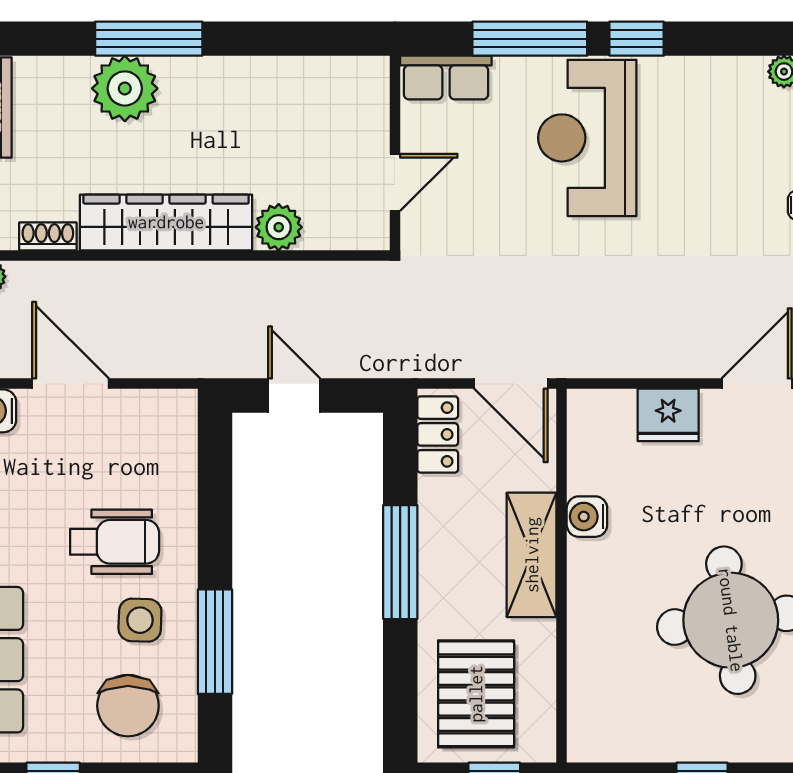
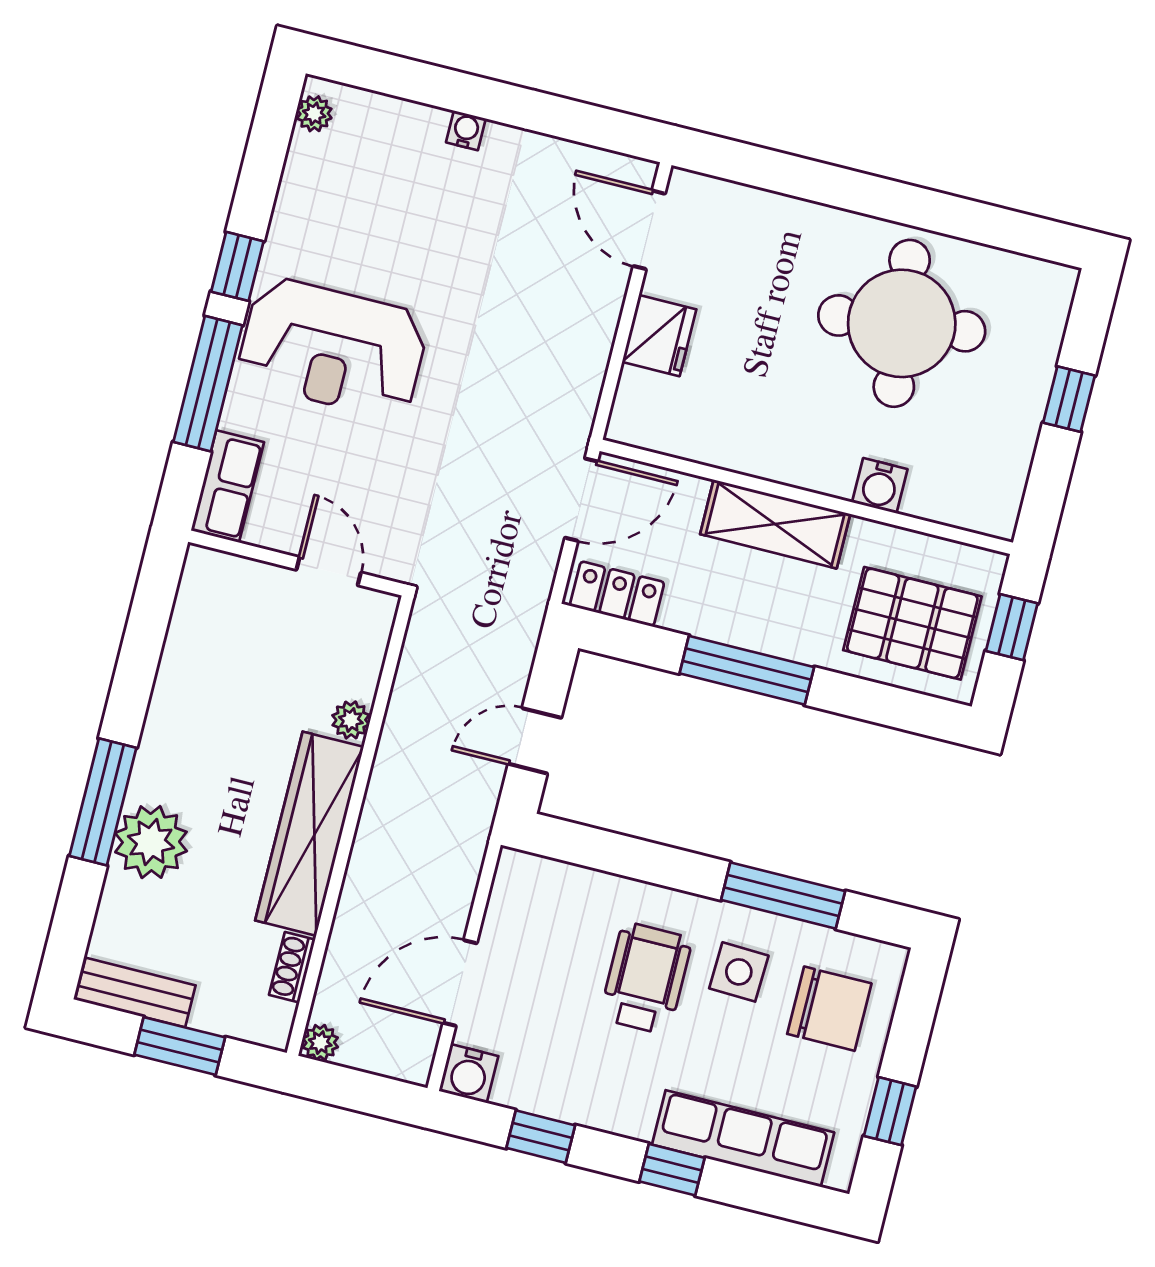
plant: (279, 227) -> (351, 720), width x0.73, depth x0.73
water cooler: (587, 517) -> (880, 486), moved

